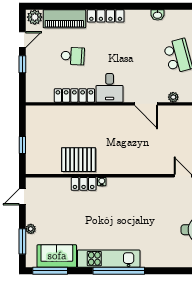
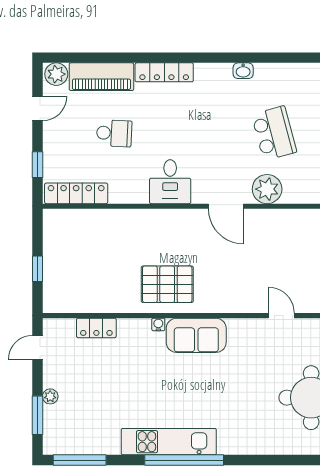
window: (22, 64) -> (37, 165), moved
locker: (74, 95) -> (76, 193), moved
plant: (173, 97) -> (267, 189), width x1.88, depth x1.88
pallet: (79, 160) -> (167, 284), moved
locker: (84, 184) -> (96, 328), moved
sofa: (57, 256) -> (196, 335), moved, turned 180

